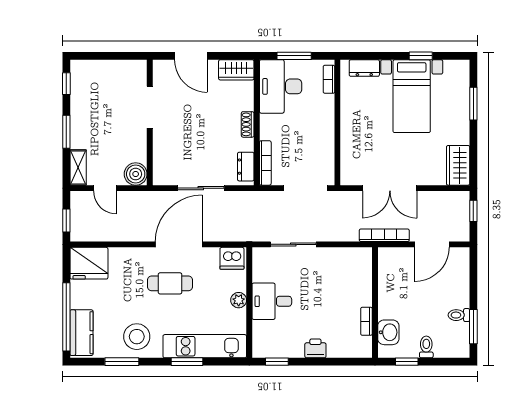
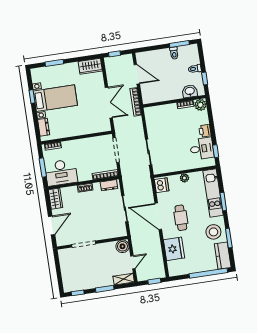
fridge: (89, 263) -> (174, 249), moved
desk: (272, 301) -> (202, 149), moved, turned -90
kitchen counter: (82, 333) -> (223, 256), moved, turned -90
plant: (362, 347) -> (200, 105), added

